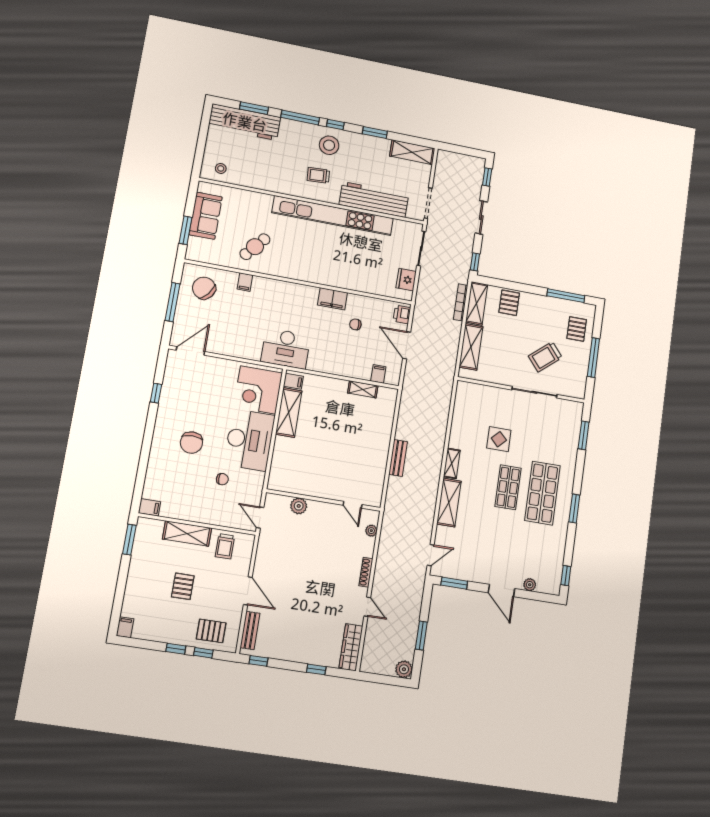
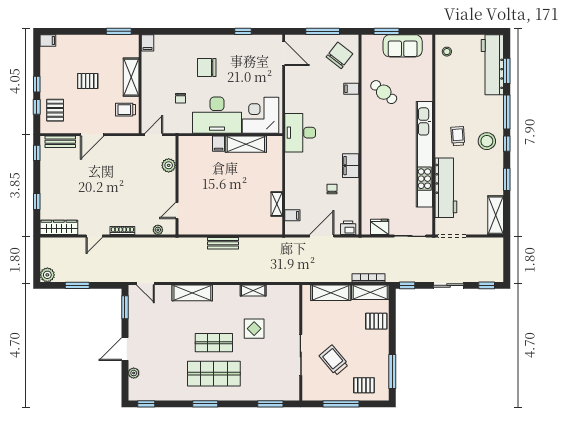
filing cabinet: (293, 381) -> (219, 144), moved
shelving: (452, 463) -> (253, 290), moved

